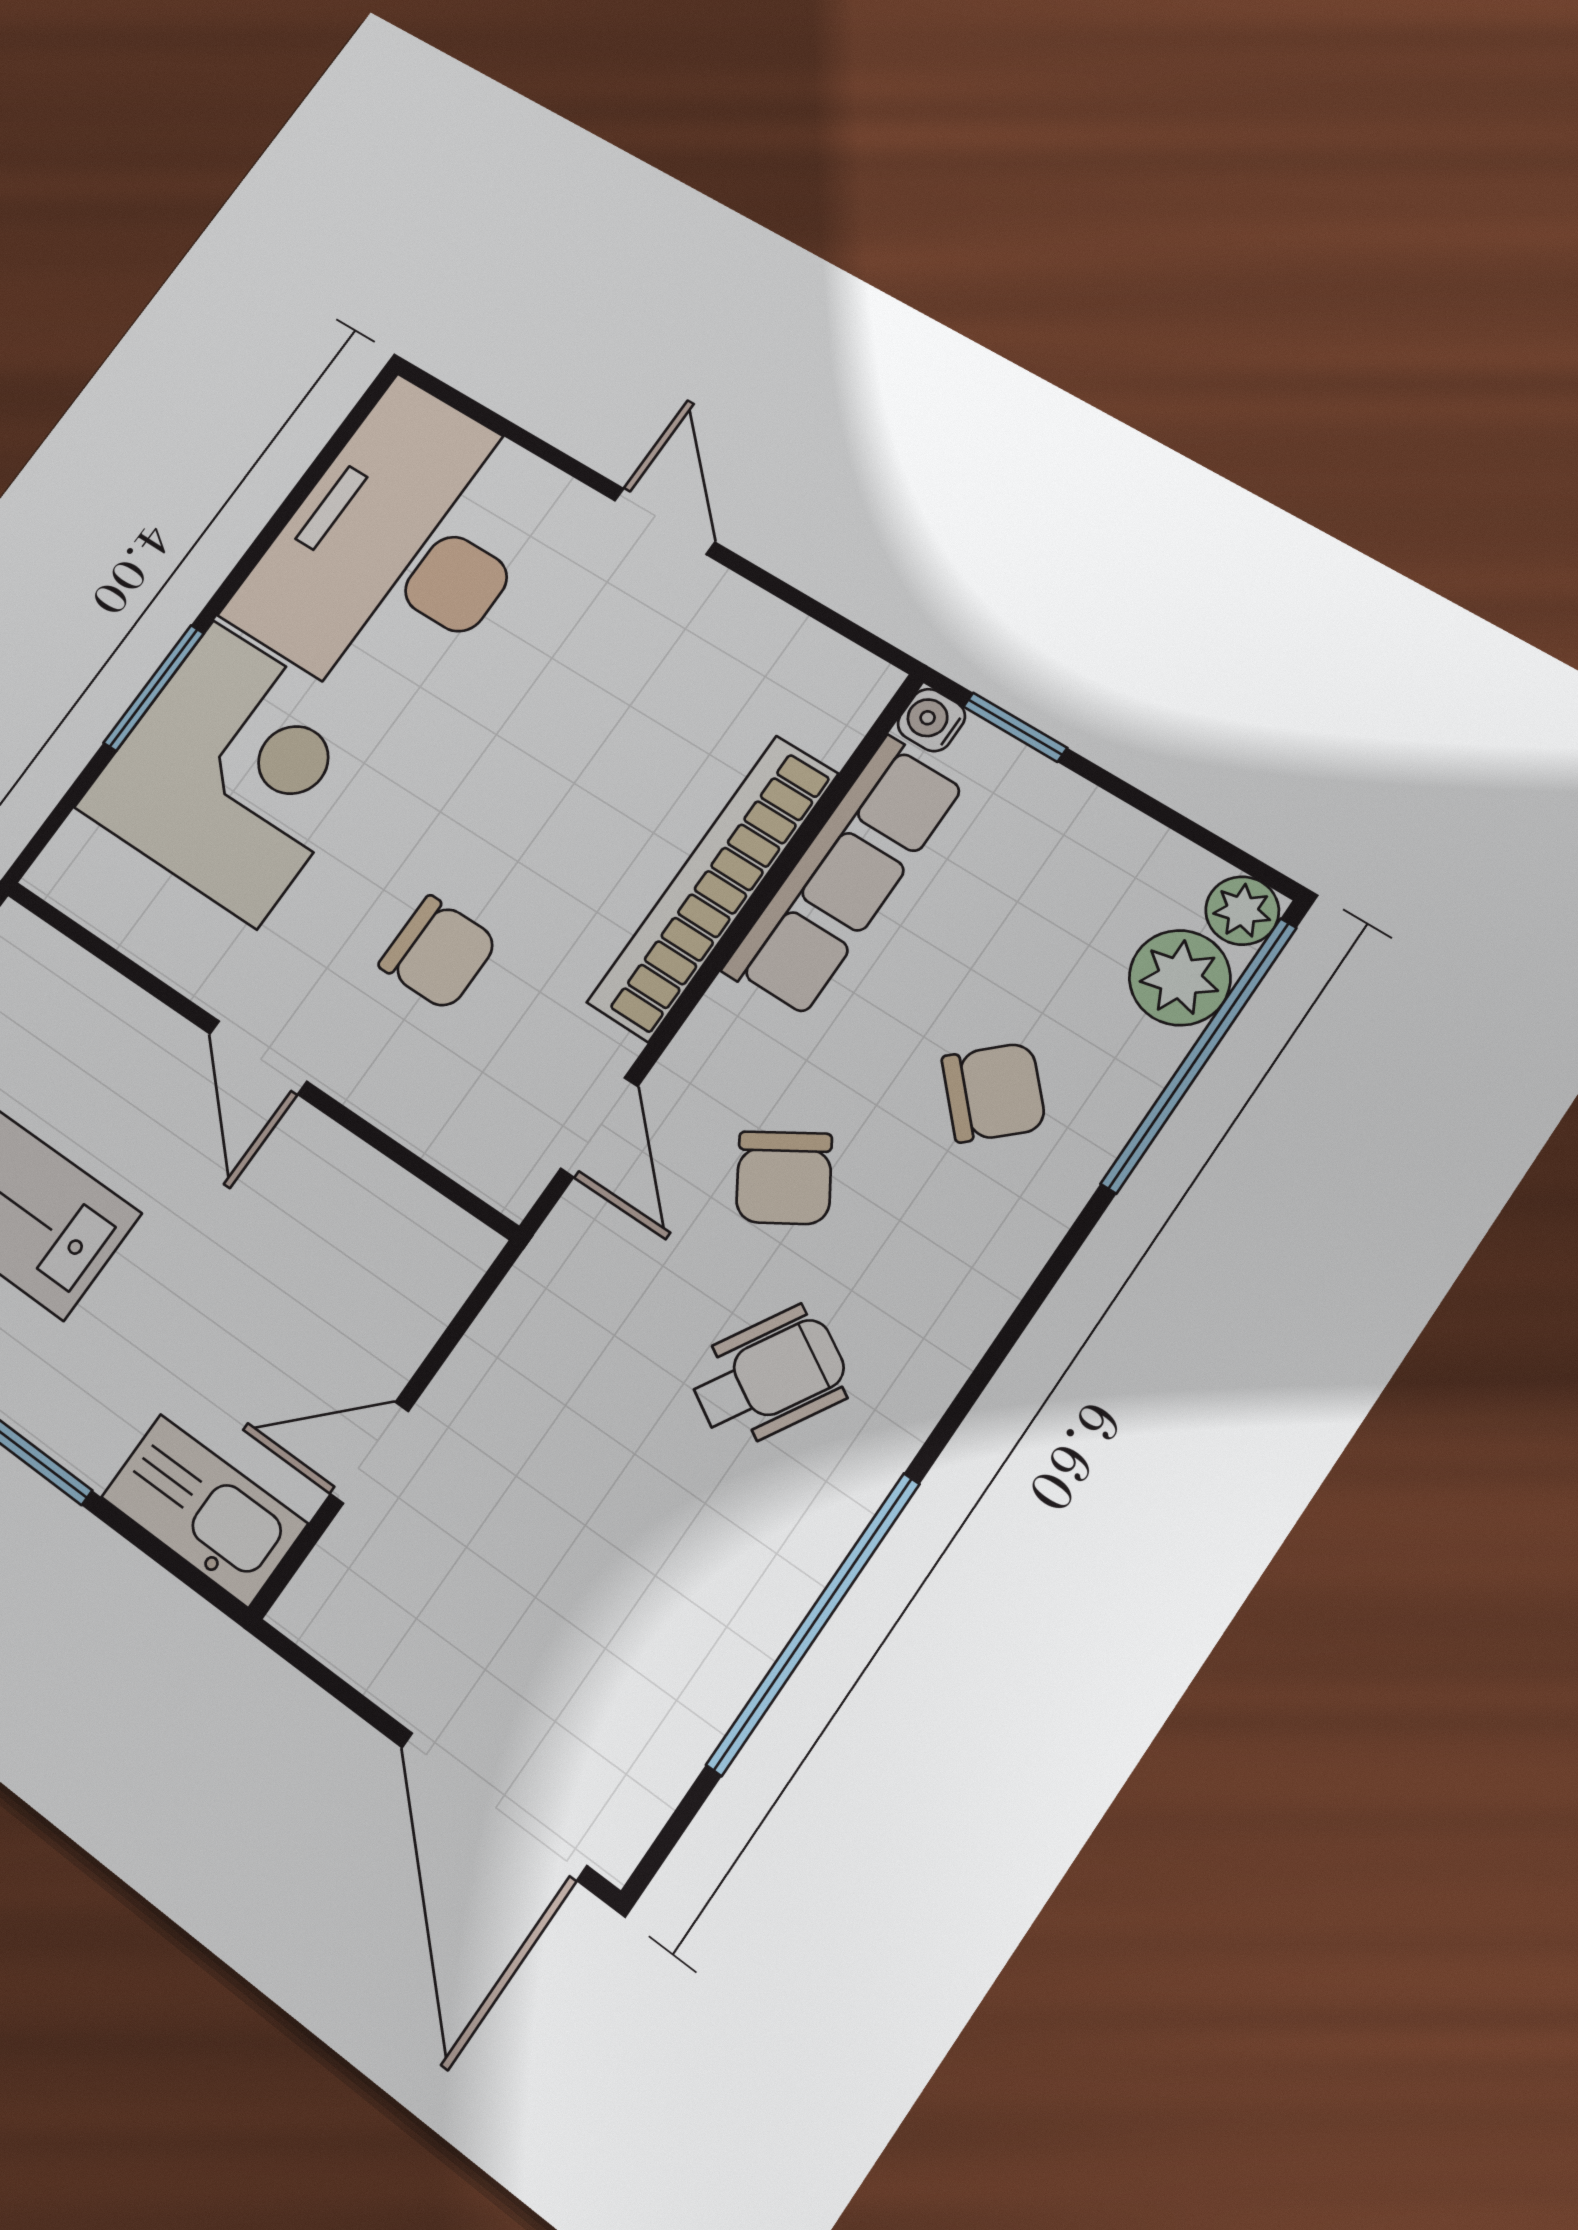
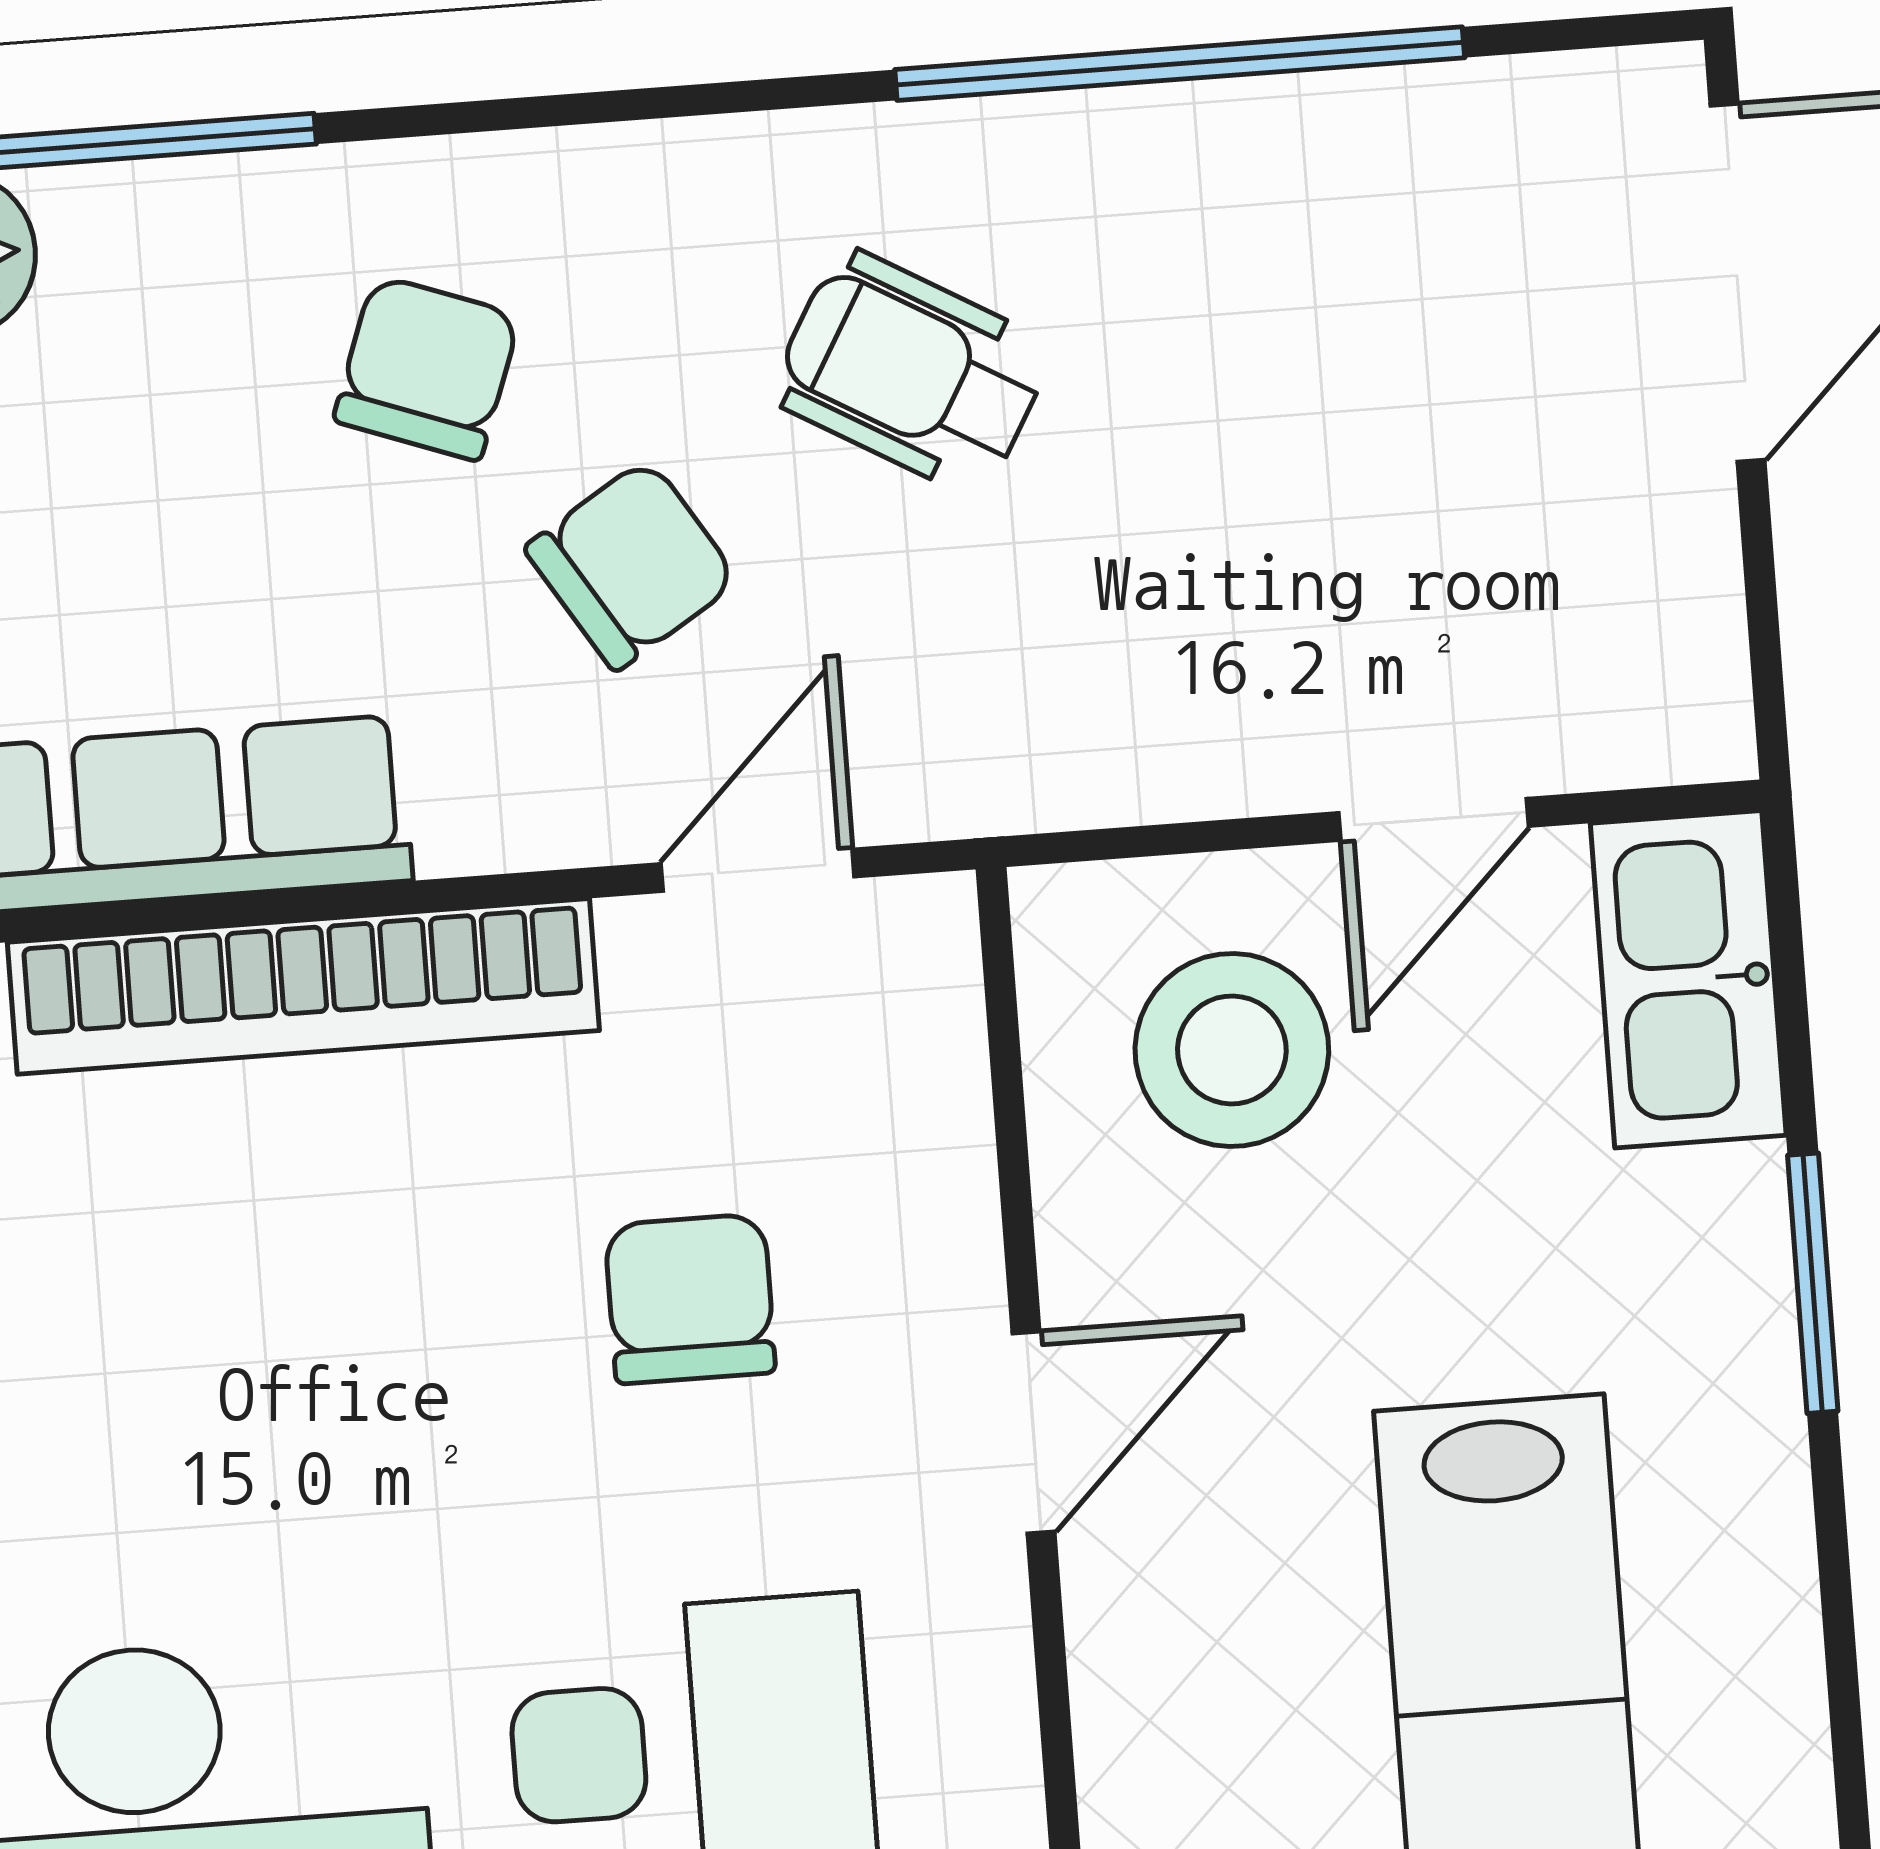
chair: (994, 1092) -> (427, 368), moved, turned 63
stool: (346, 1277) -> (1232, 1050), added
door: (369, 1452) -> (1433, 819), hinge flipped

